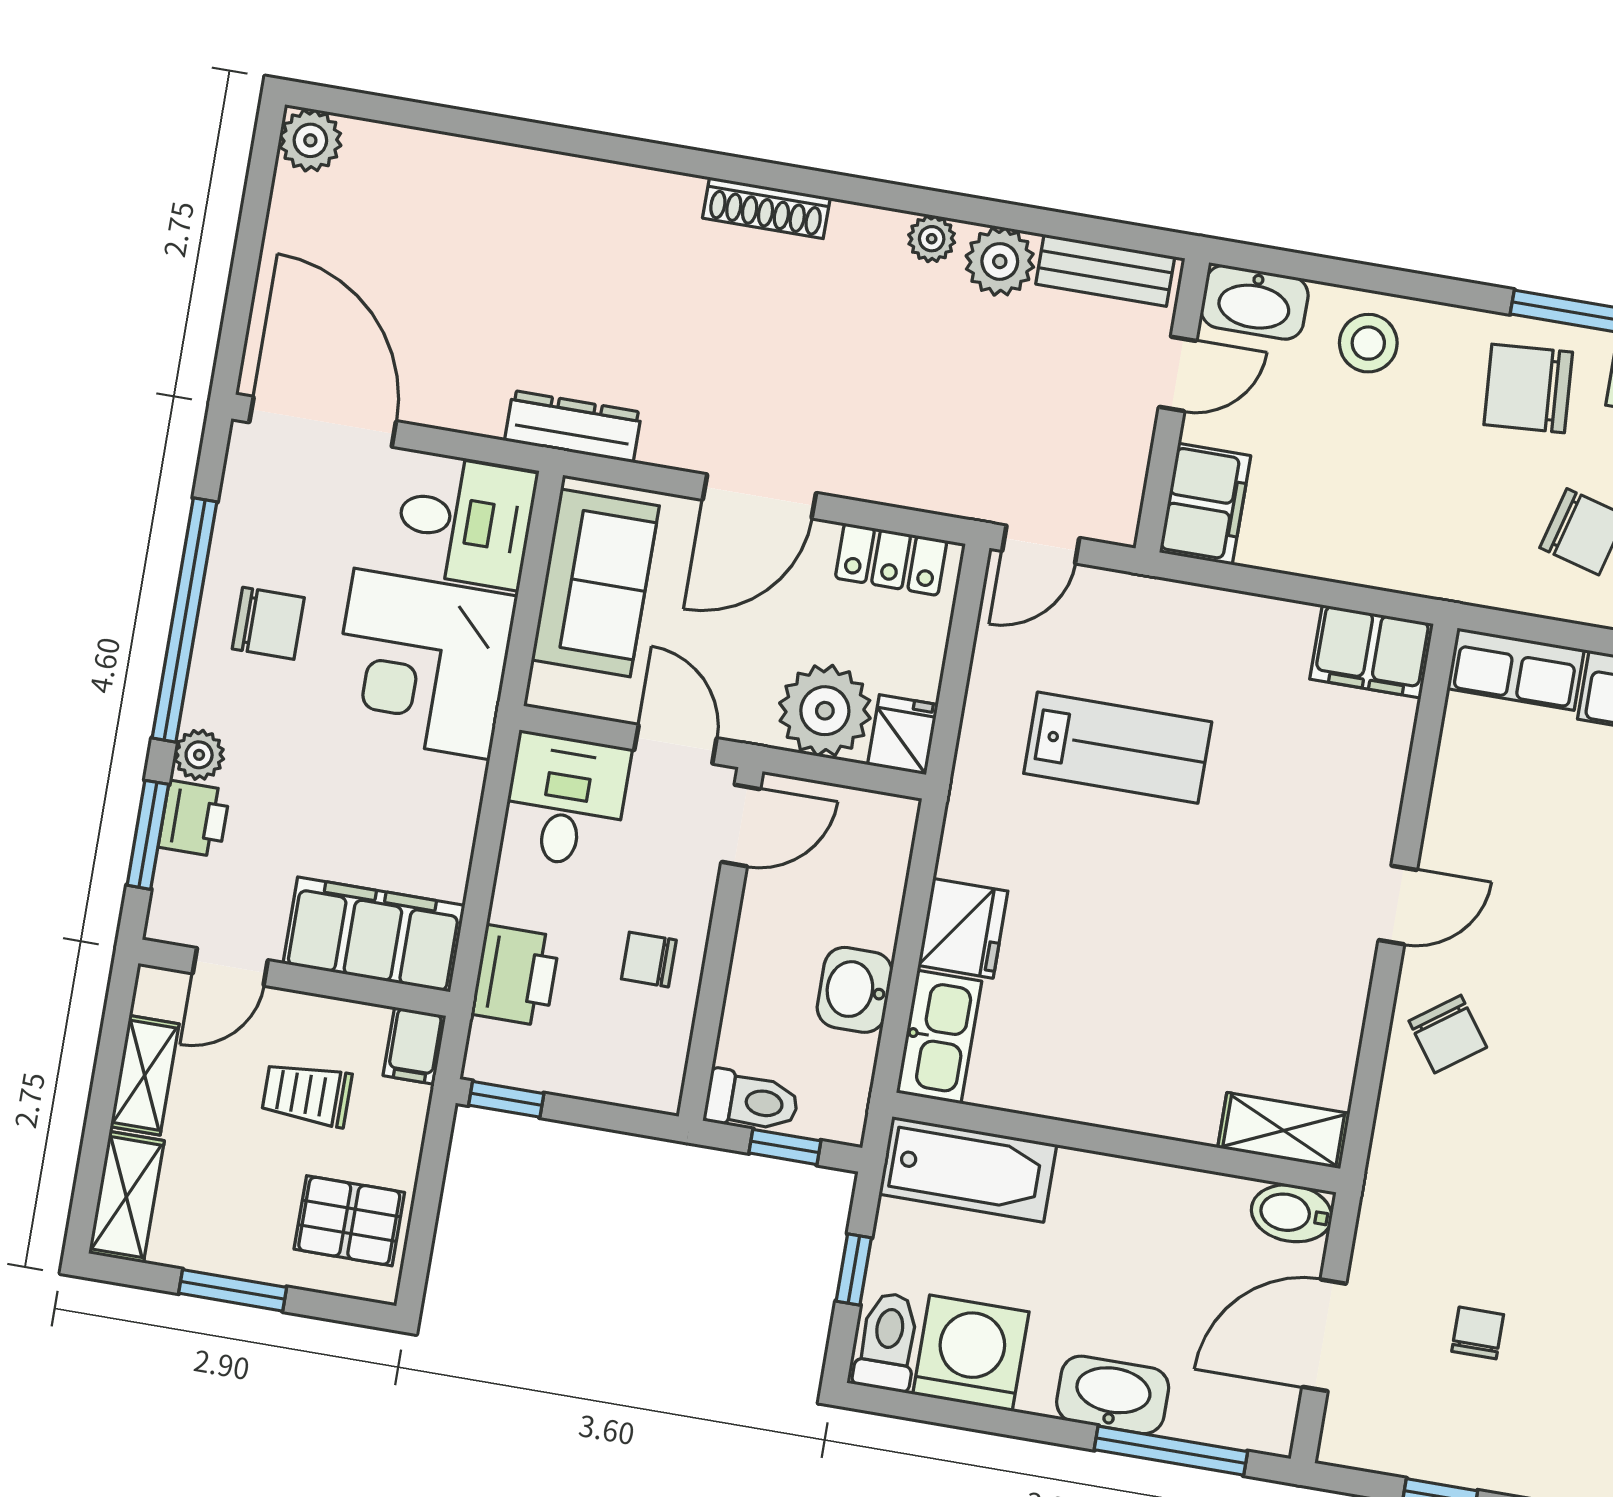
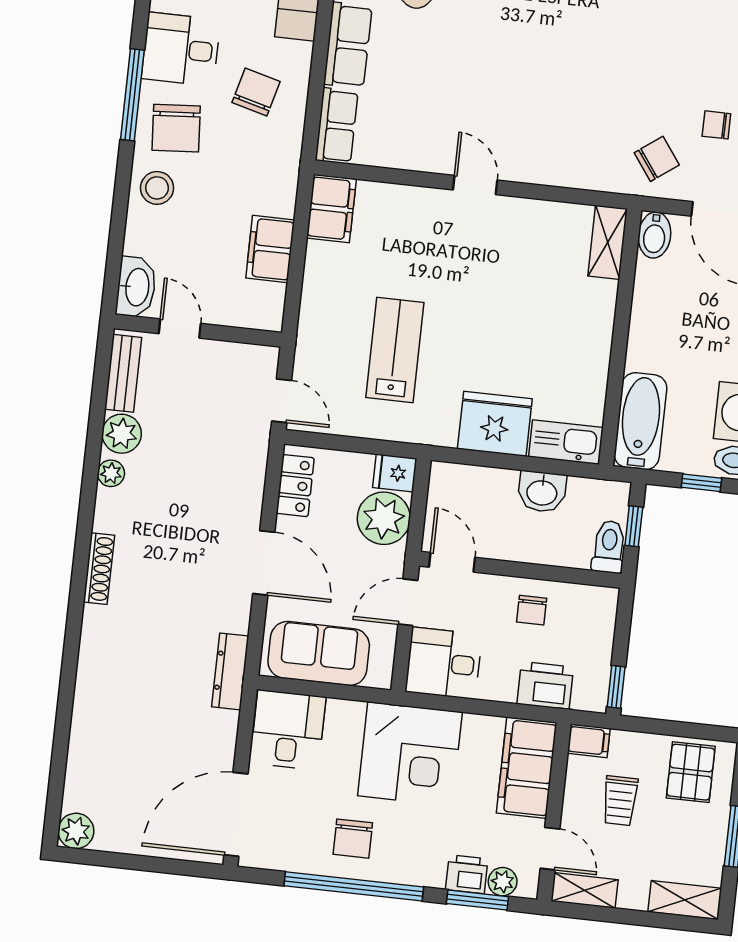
stool: (1368, 343) -> (157, 188), moved
filing cabinet: (1205, 504) -> (270, 249), moved, turned -90
chair: (268, 623) -> (353, 839), turned 180
corner desk: (422, 664) -> (410, 754), moved
plant: (199, 755) -> (503, 882), moved
fridge: (963, 928) -> (495, 424), width x1.36, depth x1.34
chair: (1448, 1034) -> (657, 159), moved
shelving: (145, 1075) -> (585, 890), moved

